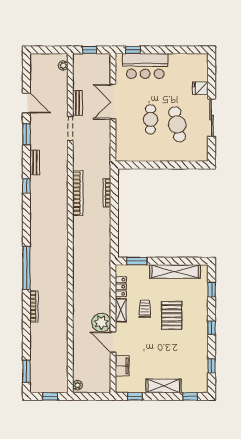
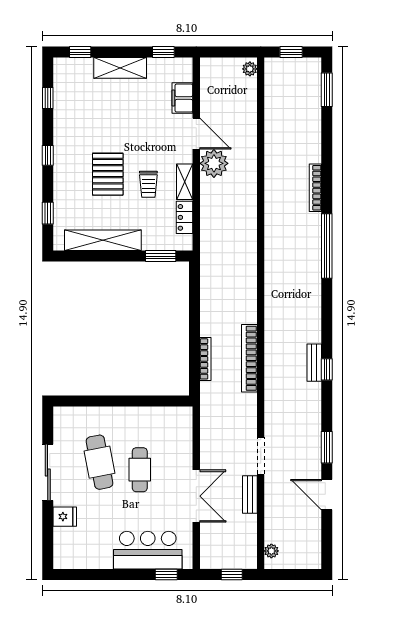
bench: (35, 162) -> (314, 363), moved

